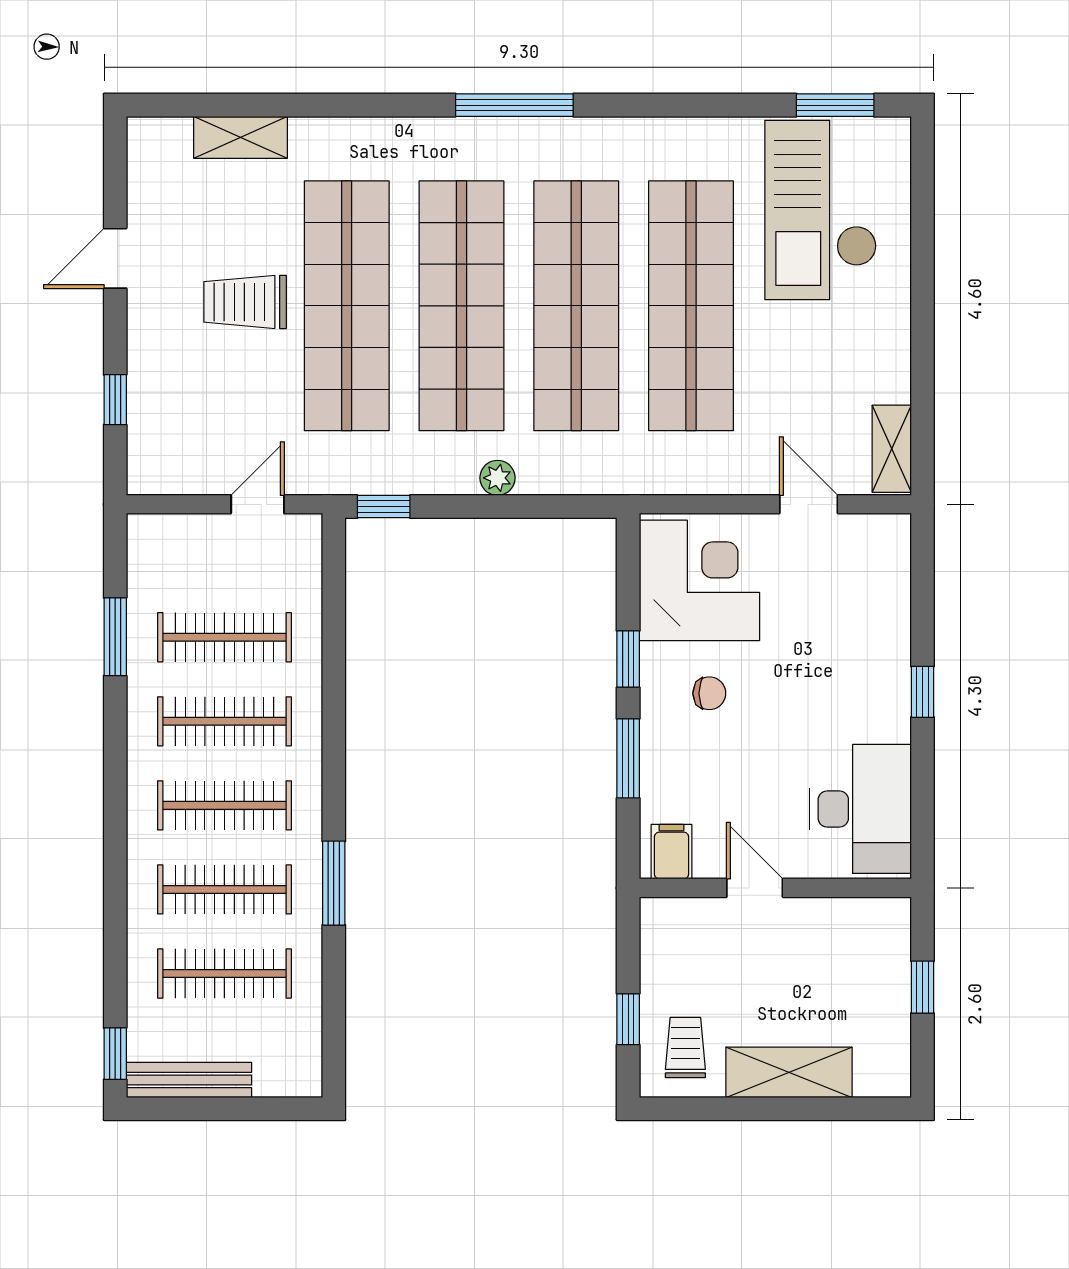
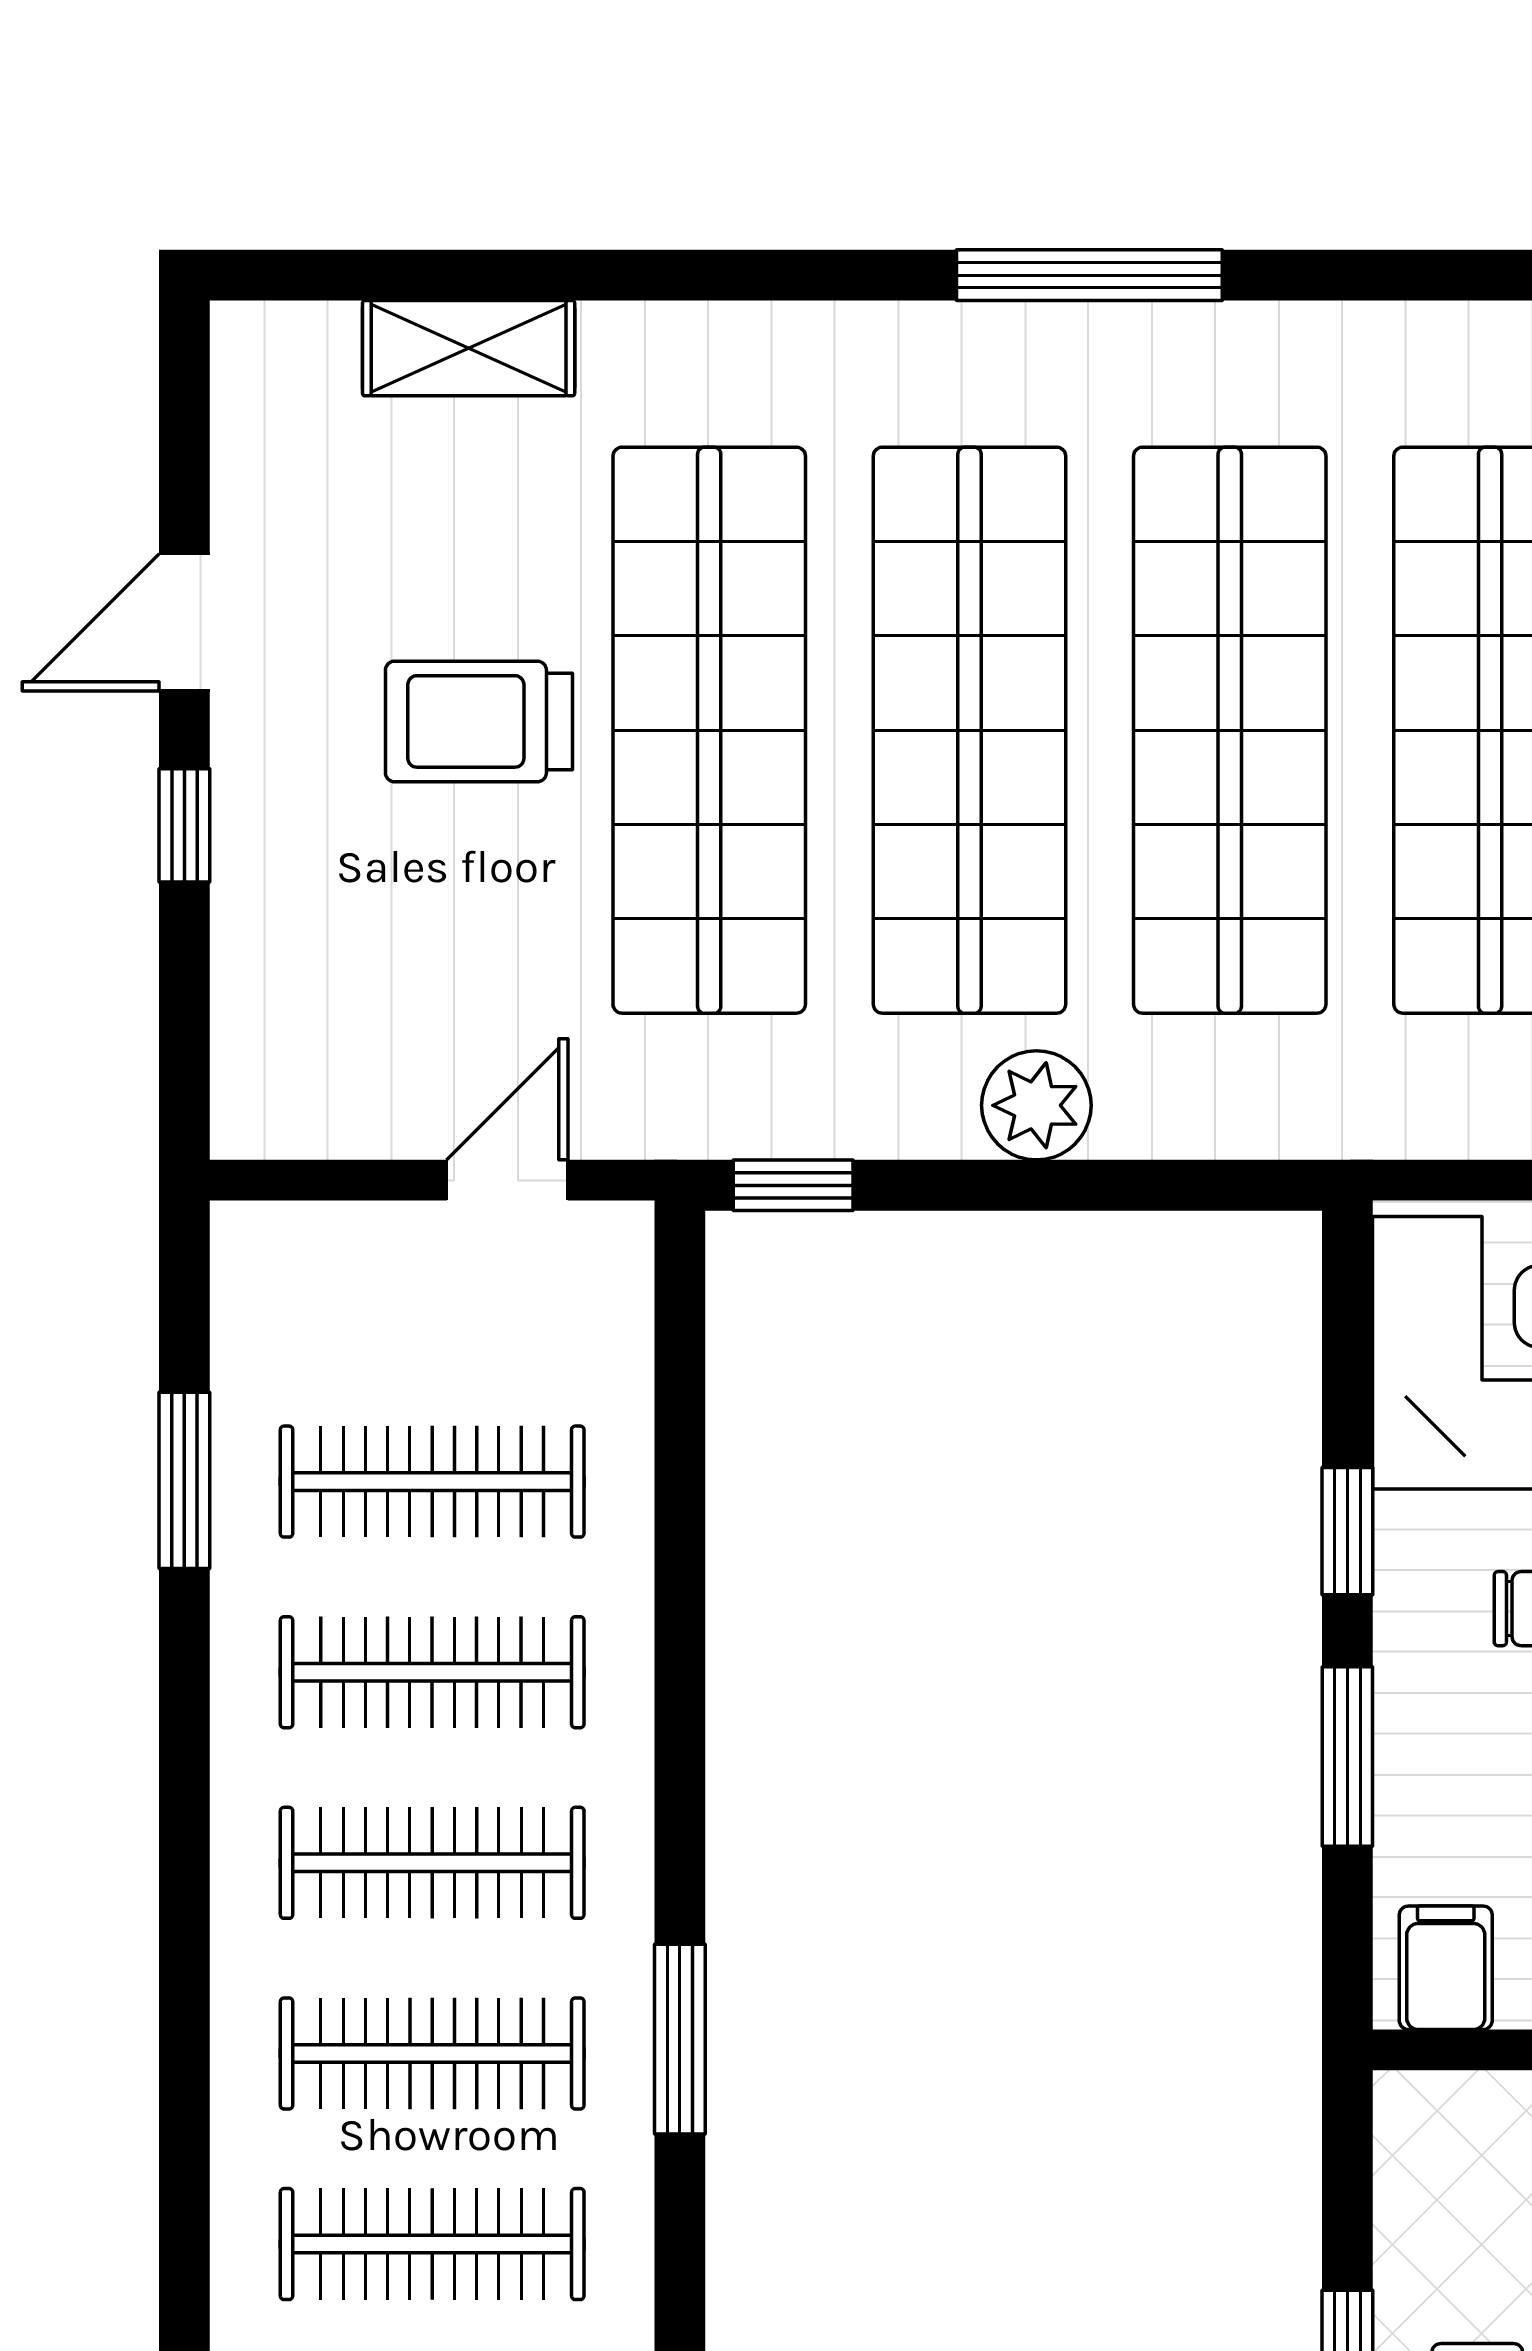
window: (115, 400) -> (184, 825), moved
plant: (498, 478) -> (1036, 1105), width x1.38, depth x1.38

